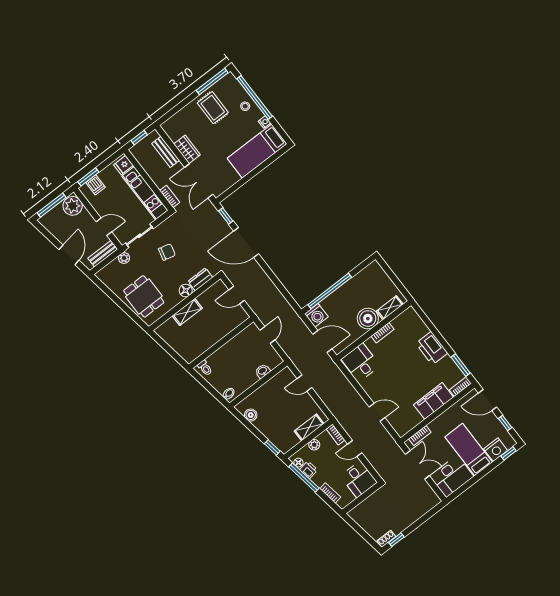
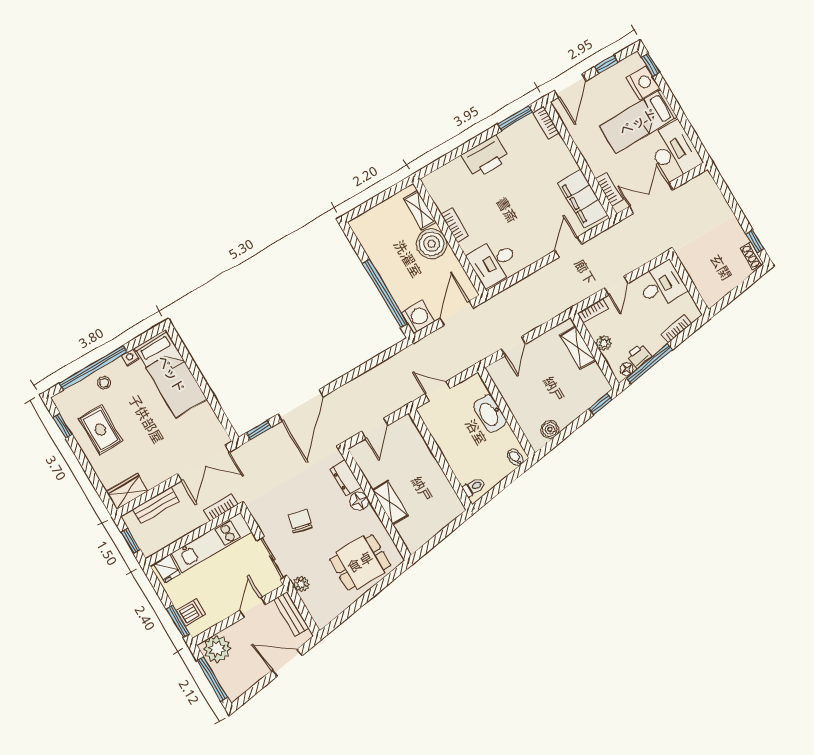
window: (212, 81) -> (63, 426), width x0.46
rug: (213, 108) -> (101, 430), turned 90
wardrobe: (187, 149) -> (127, 491), moved
washbasin: (263, 371) -> (490, 414), width x1.91, depth x1.45
filing cabinet: (434, 401) -> (583, 199), moved

